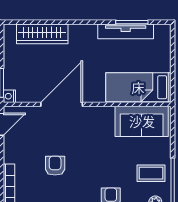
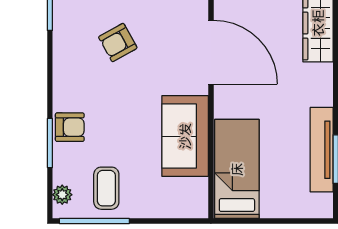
sofa: (142, 121) -> (185, 136), moved
armchair: (55, 166) -> (118, 42), turned 151

